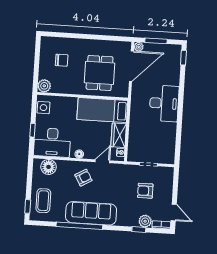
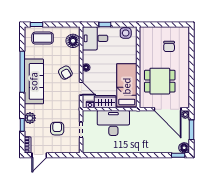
floor lamp: (176, 50) -> (184, 148), added
plant: (44, 86) -> (145, 32), removed
desk: (164, 103) -> (113, 123), moved, turned 180
desk: (52, 142) -> (95, 38), width x0.73
plant: (145, 221) -> (30, 118), moved

